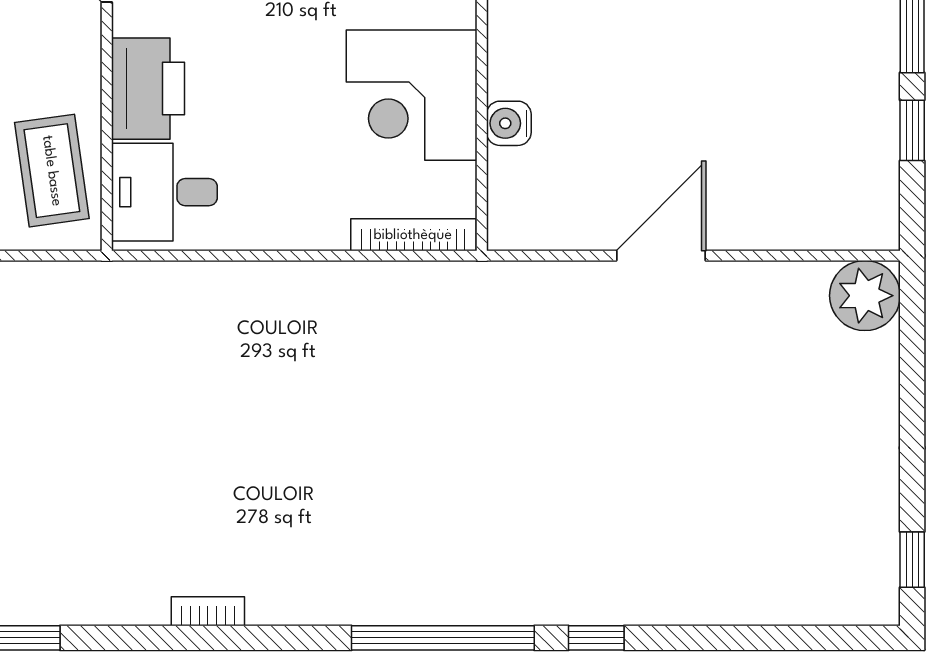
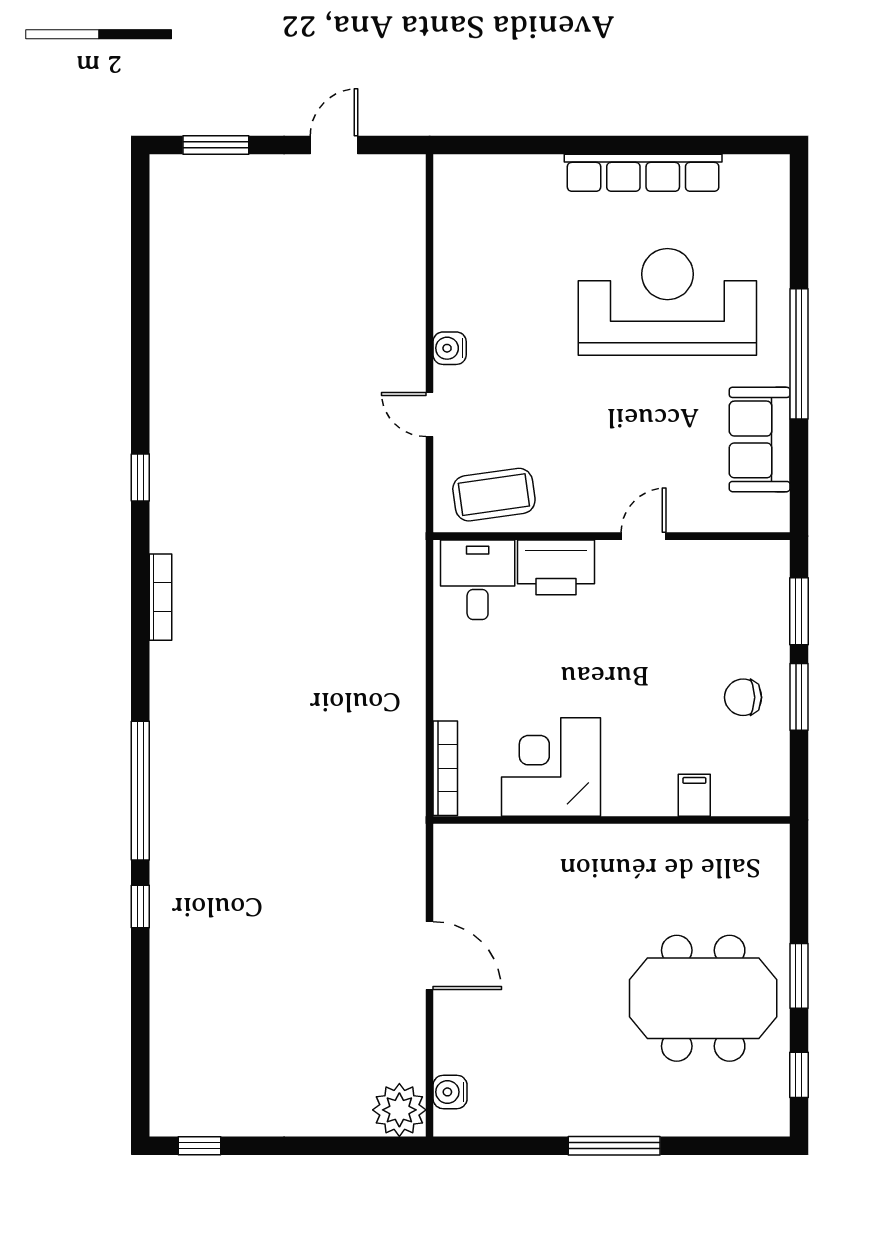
water cooler: (509, 123) -> (450, 1092), moved, turned -90
window: (912, 130) -> (524, 1146), removed
bookcase: (208, 611) -> (160, 597), width x1.56

